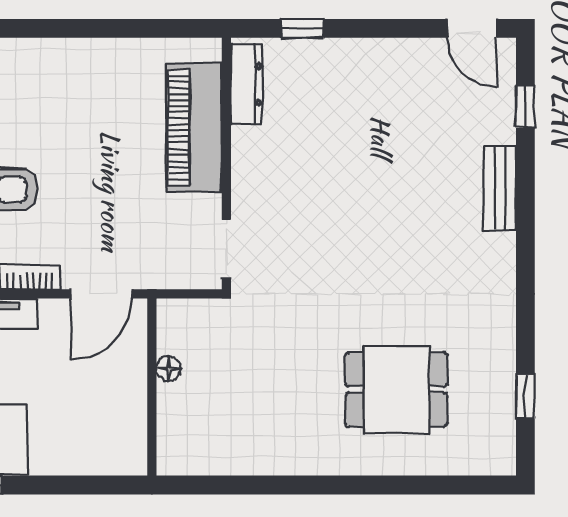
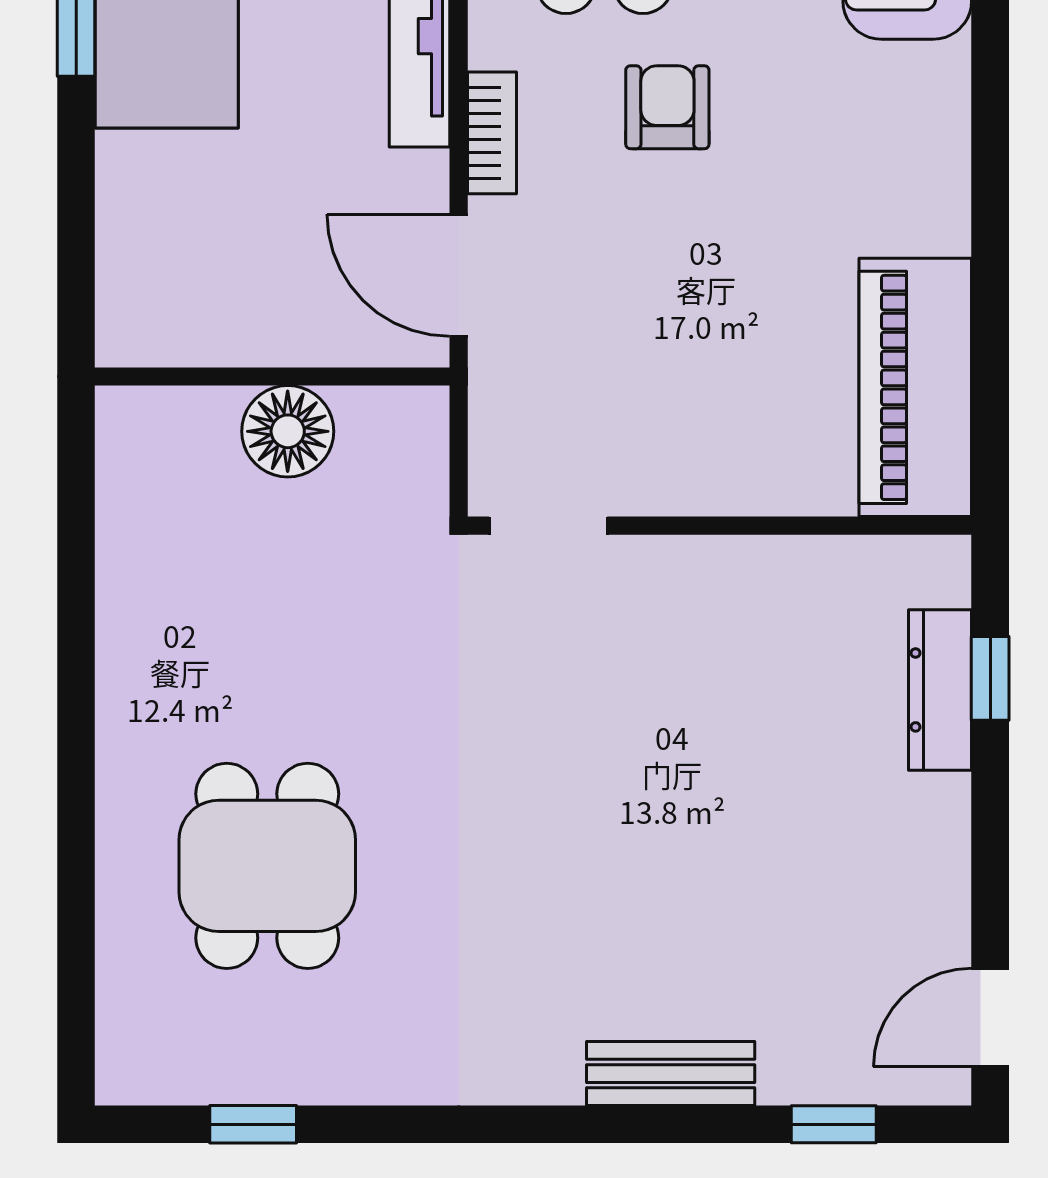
dresser: (246, 84) -> (940, 690), moved, turned 90
piano: (194, 127) -> (915, 387), moved, turned -90
floor lamp: (168, 369) -> (288, 431), width x1.89, depth x1.89

